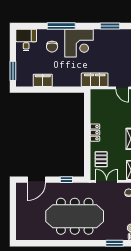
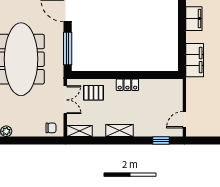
filing cabinet: (95, 80) -> (195, 60), moved
window: (66, 180) -> (68, 49), width x2.17

